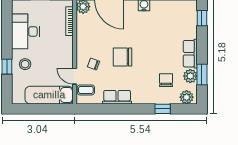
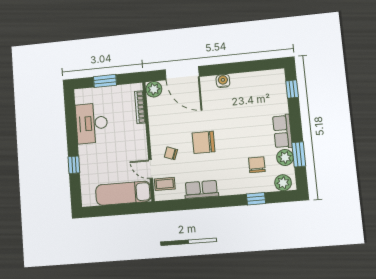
stool: (25, 64) -> (94, 160), removed

